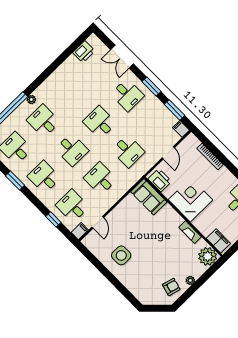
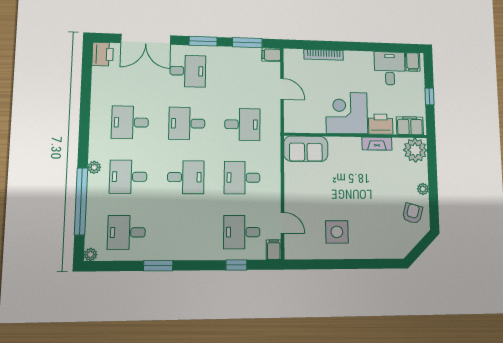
printer: (84, 52) -> (103, 54), moved
double door: (122, 57) -> (146, 39), width x1.37
desk: (44, 177) -> (130, 122), moved
printer: (160, 180) -> (381, 124), moved

